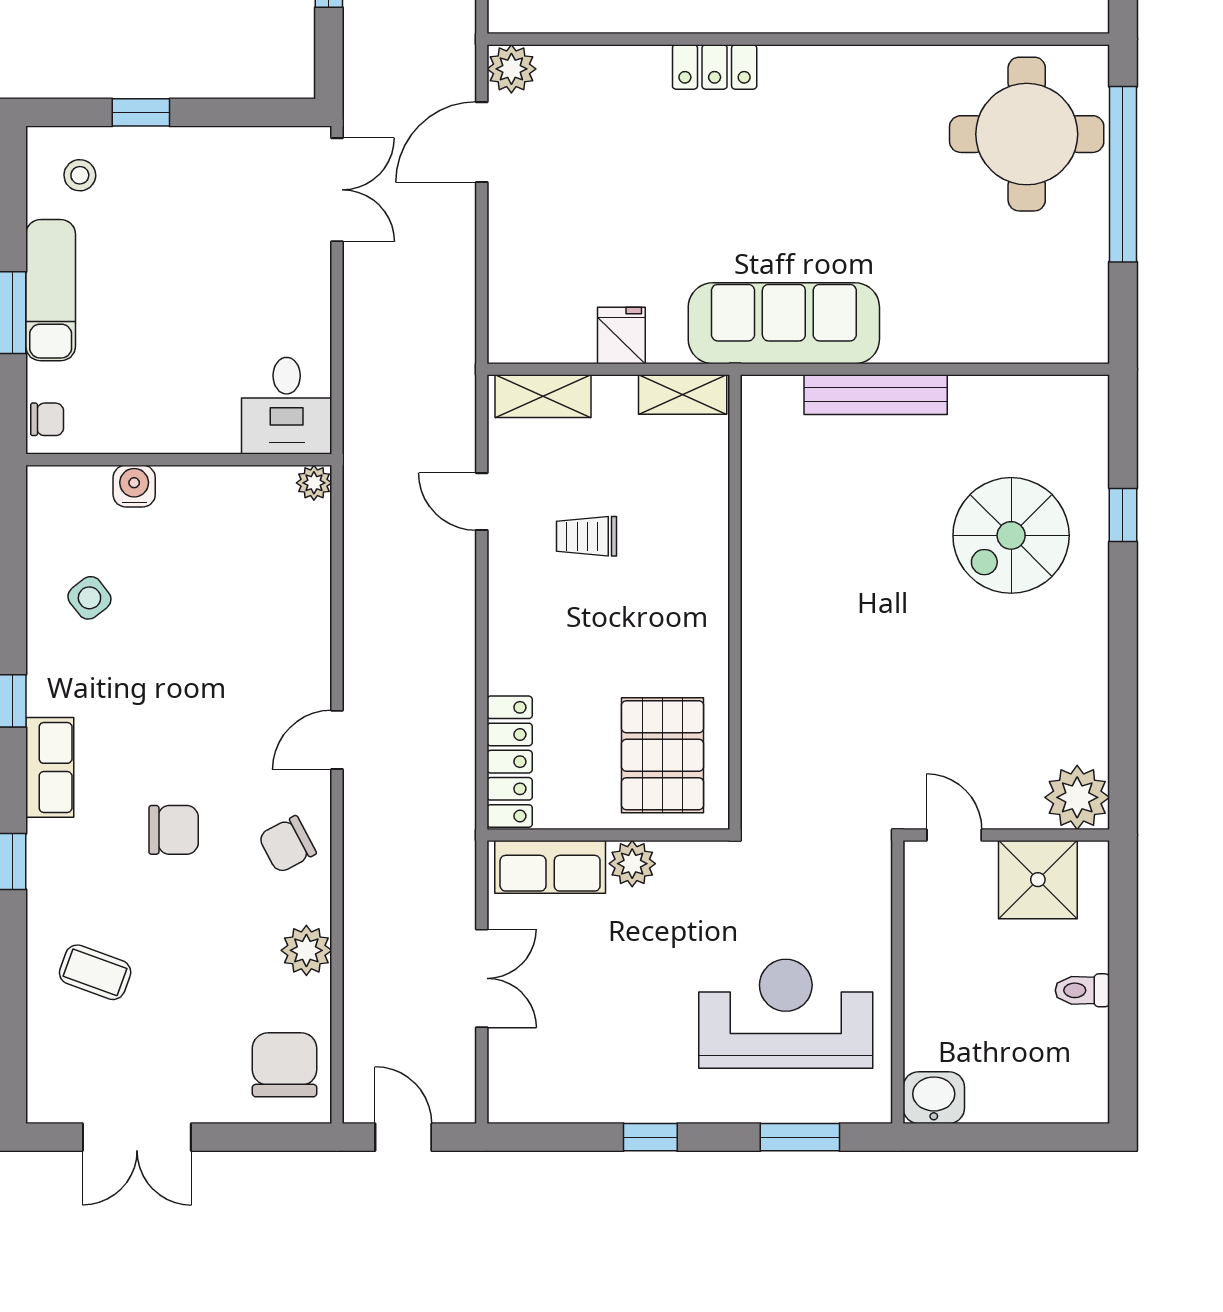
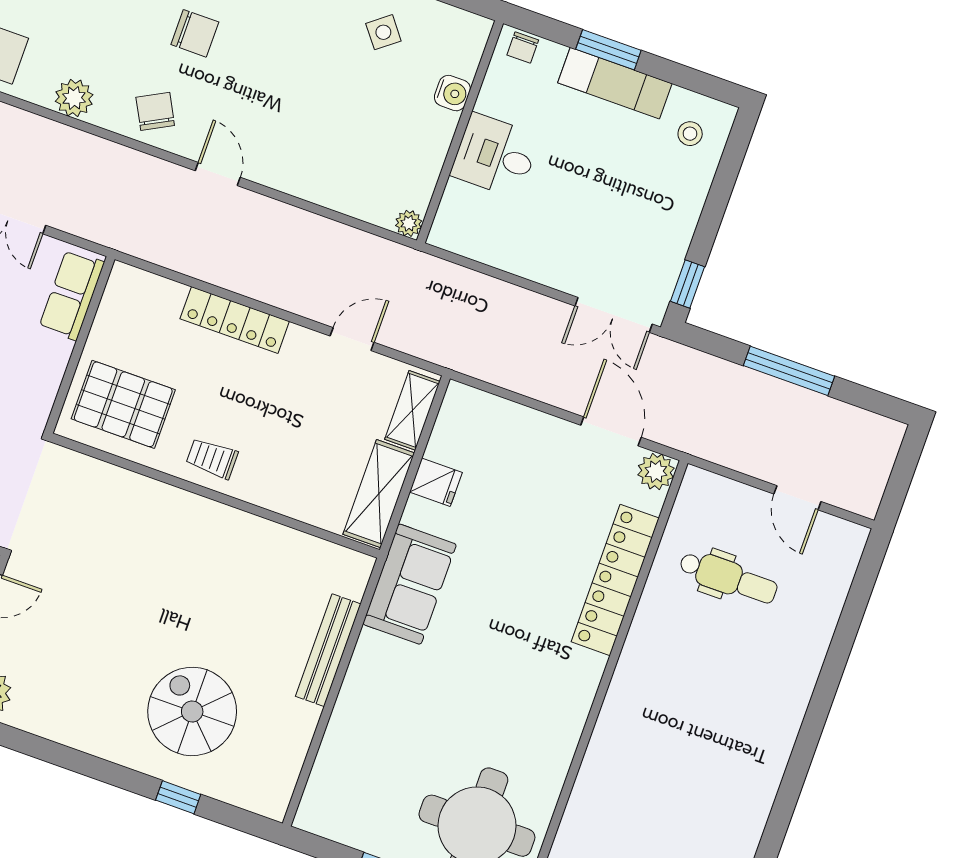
locker: (715, 67) -> (615, 580), width x2.16, depth x1.21
window: (141, 112) -> (687, 284), moved
sofa: (784, 323) -> (410, 584), width x0.73
shelving: (683, 394) -> (379, 494), width x1.50, depth x1.33
desk: (287, 406) -> (495, 156), moved
trolley: (587, 536) -> (212, 458), moved, turned -90
locker: (510, 762) -> (235, 320), moved
chair: (174, 830) -> (195, 33), turned -90
plant: (632, 864) -> (53, 355), removed

